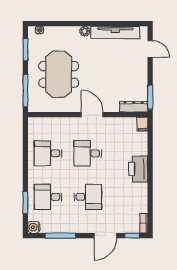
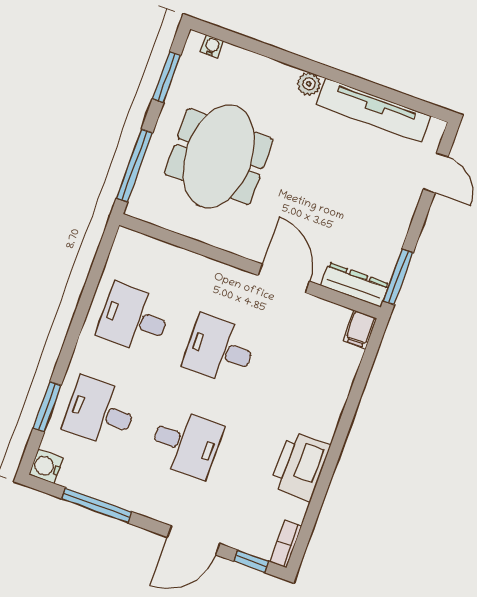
door: (92, 115) -> (284, 278), moved
printer: (138, 169) -> (300, 466), moved

